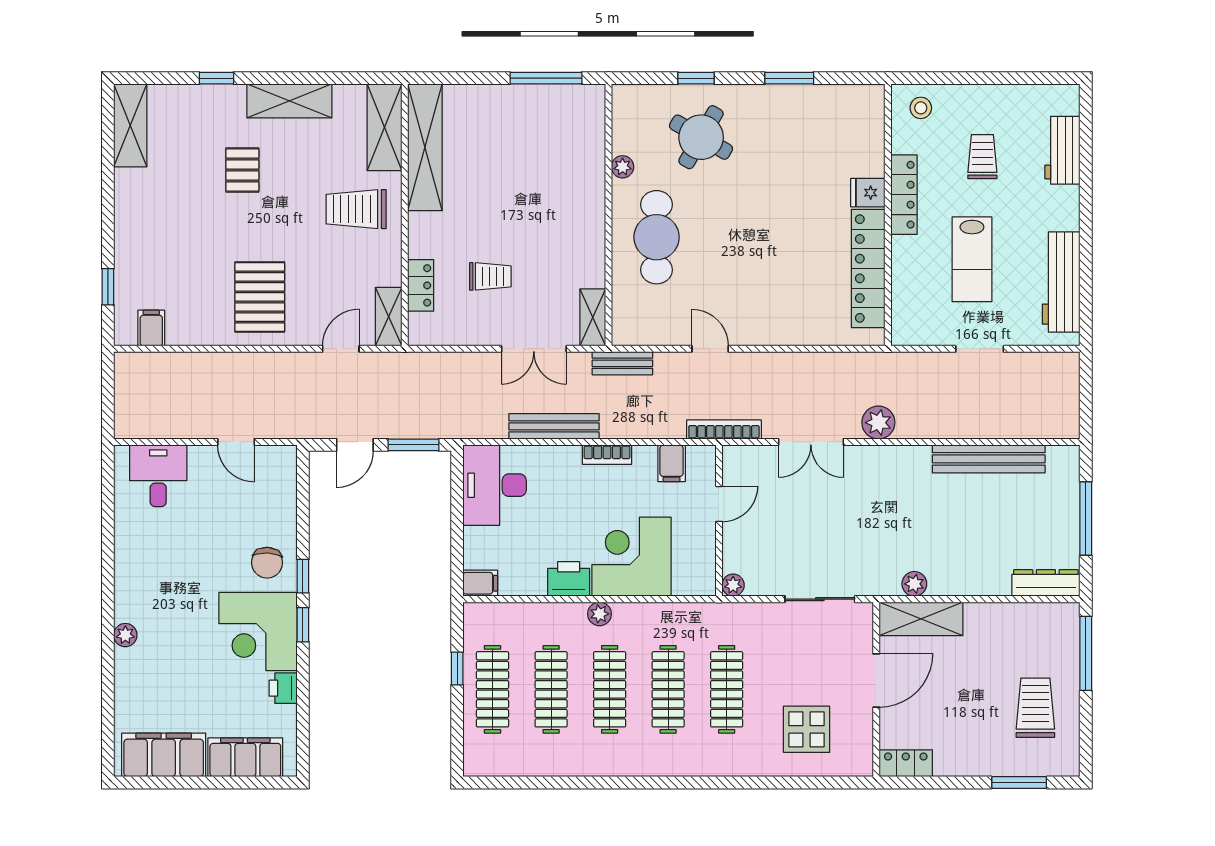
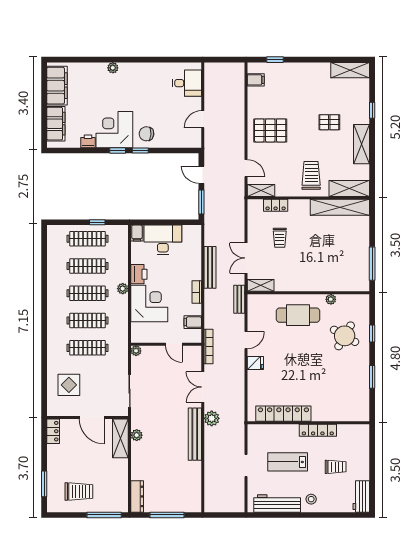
stool: (921, 108) -> (311, 499), moved
workbench: (1062, 150) -> (361, 496), moved, turned -90
fridge: (868, 193) -> (255, 363), moved, turned 90
bench: (989, 459) -> (195, 434), moved
desk: (495, 485) -> (163, 240), moved

